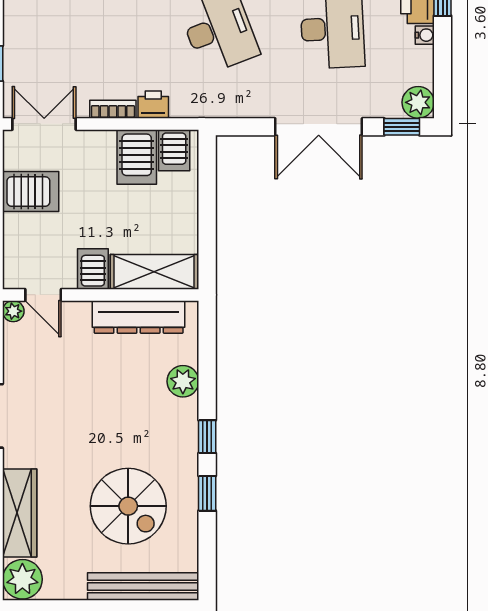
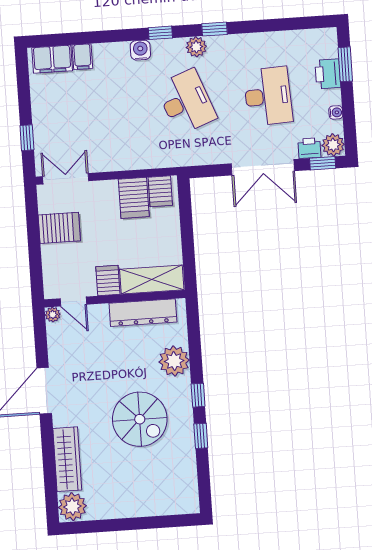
water cooler: (425, 35) -> (336, 112), moved
printer: (153, 105) -> (309, 148), moved
bookcase: (113, 109) -> (114, 165), removed
plant: (183, 381) -> (174, 361), width x1.36, depth x1.36
spiral stairs: (128, 506) -> (140, 419), moved
bench: (143, 587) -> (159, 506), removed

